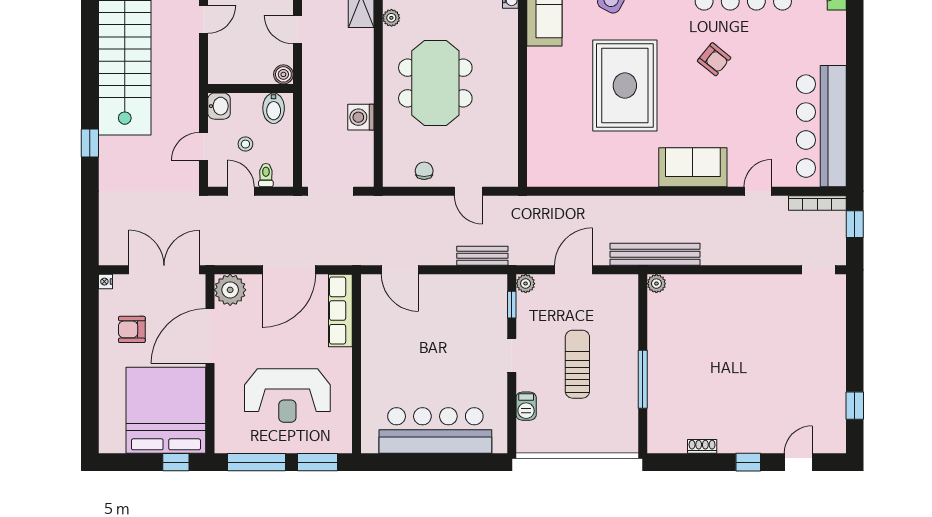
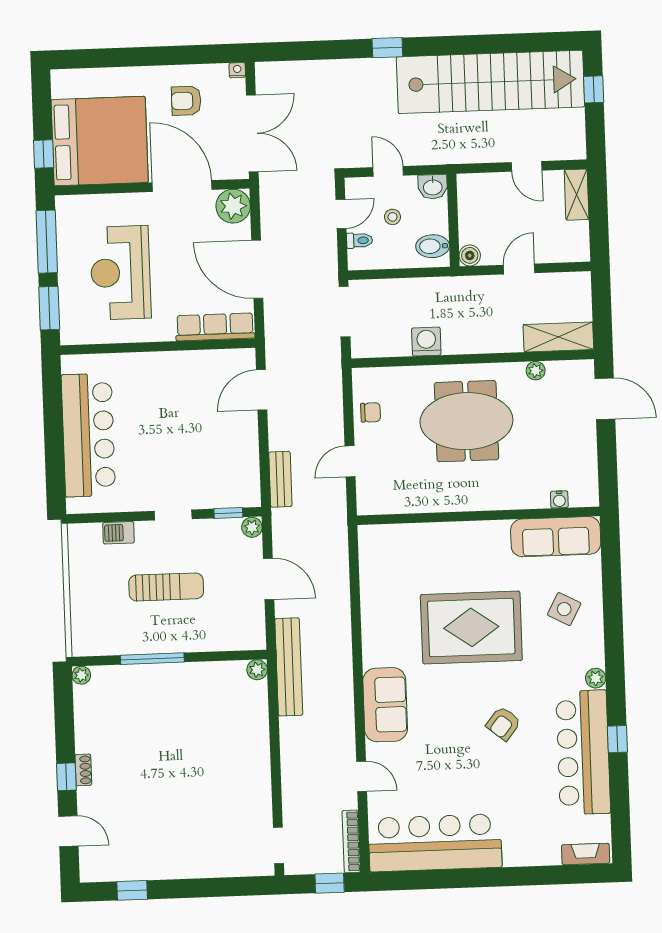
armchair: (132, 329) -> (186, 101), turned -90
plant: (656, 445) -> (81, 675), added
shoe rack: (702, 446) -> (83, 770), moved

